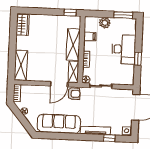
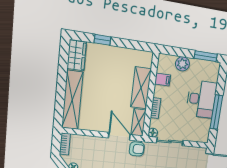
window: (70, 13) -> (102, 40), moved
window: (138, 59) -> (216, 112), width x2.17
shelving: (21, 65) -> (72, 100), width x1.47
door: (59, 84) -> (119, 136), swing flipped

